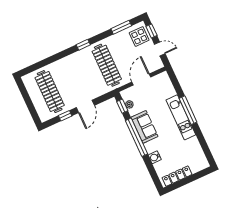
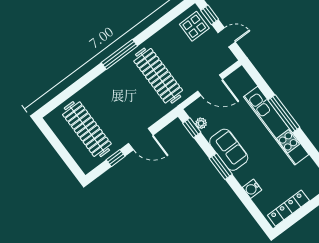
window: (121, 27) -> (167, 19), removed
window: (83, 45) -> (119, 54), width x2.17
door: (141, 80) -> (210, 85), swing flipped
door: (85, 106) -> (141, 139), hinge flipped
kitchen unit: (181, 117) -> (276, 126), width x1.36
window: (137, 137) -> (221, 166), width x0.47

